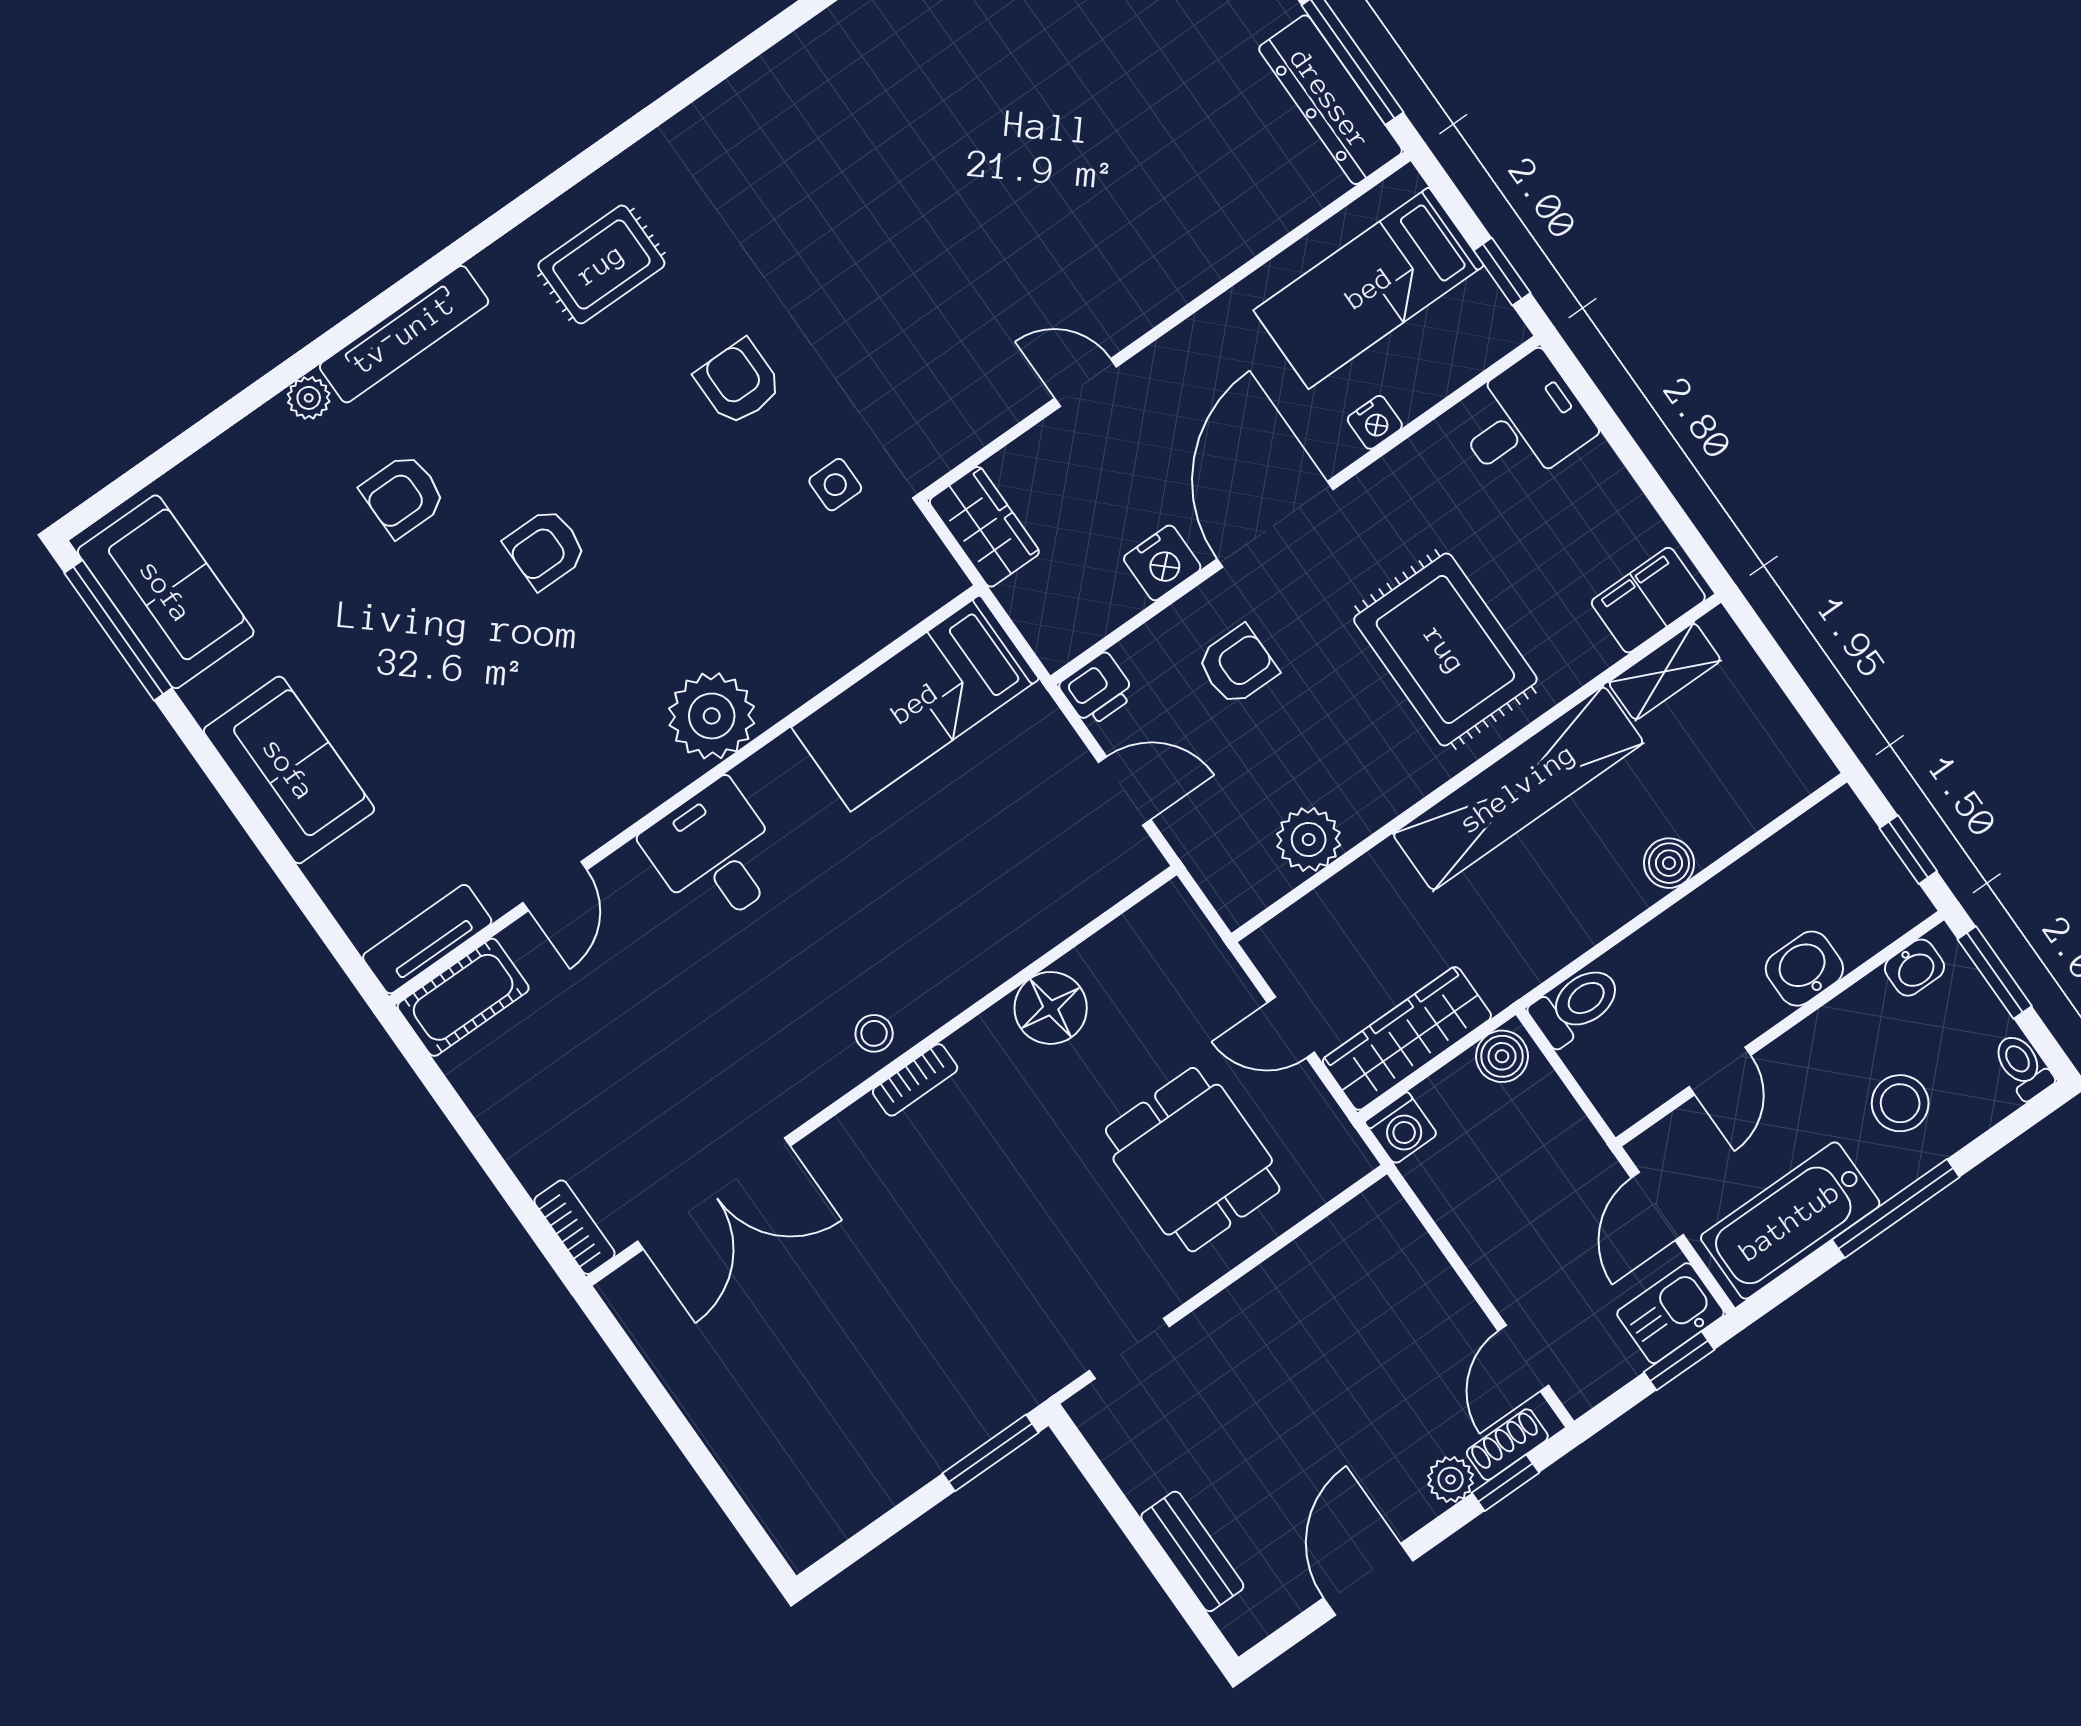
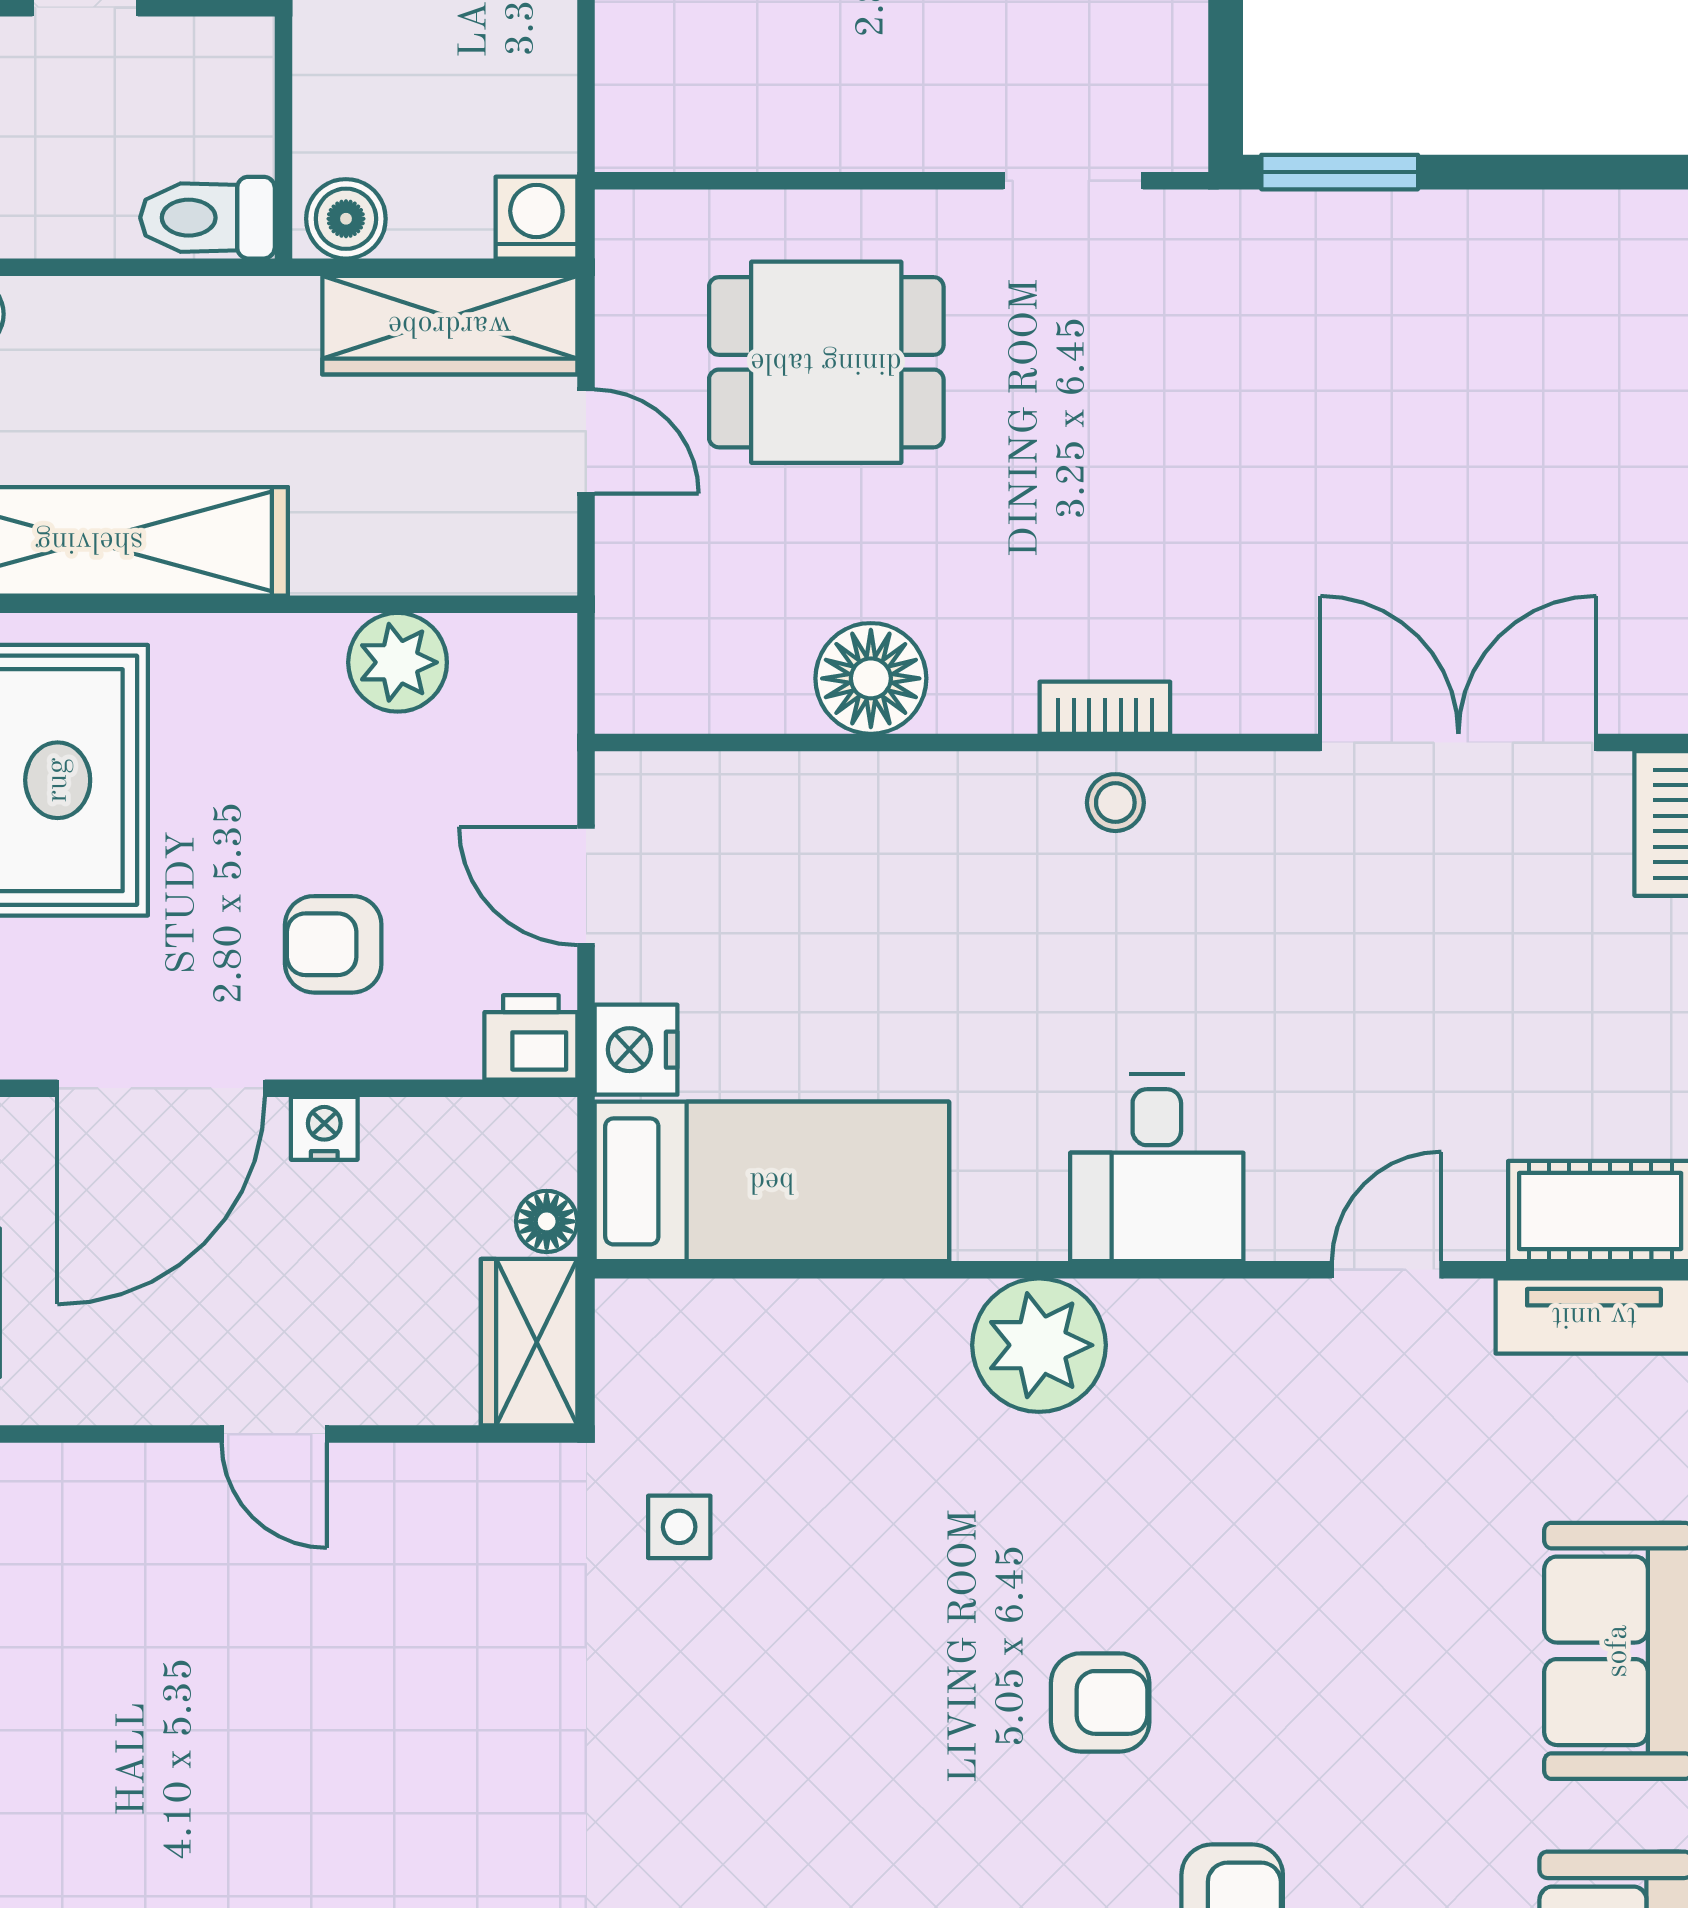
armchair: (738, 382) -> (711, 1741), removed
nightstand: (1162, 563) -> (324, 1128), width x0.72, depth x0.74
floor lamp: (1020, 598) -> (547, 1221), added
nightstand: (1037, 722) -> (636, 1050), added
dining table: (1193, 1160) -> (826, 362), turned 90

